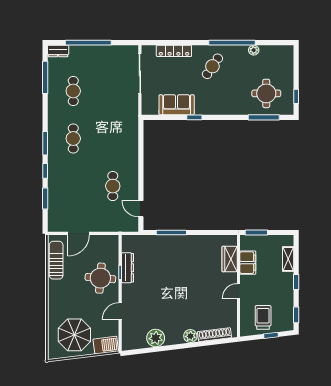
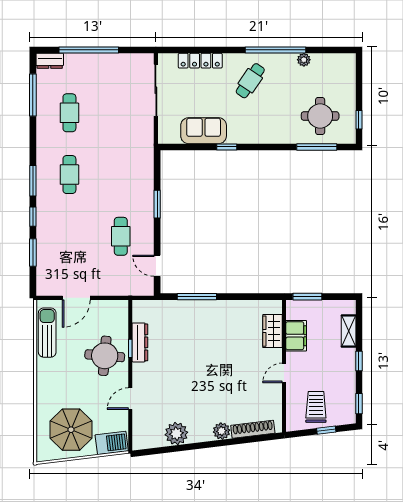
window: (141, 161) -> (157, 204), added

